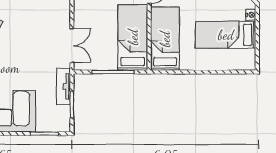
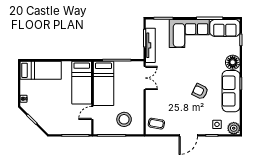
bed: (226, 35) -> (41, 70), moved
double door: (72, 46) -> (145, 78), swing flipped
tv unit: (63, 86) -> (150, 45), width x1.41

